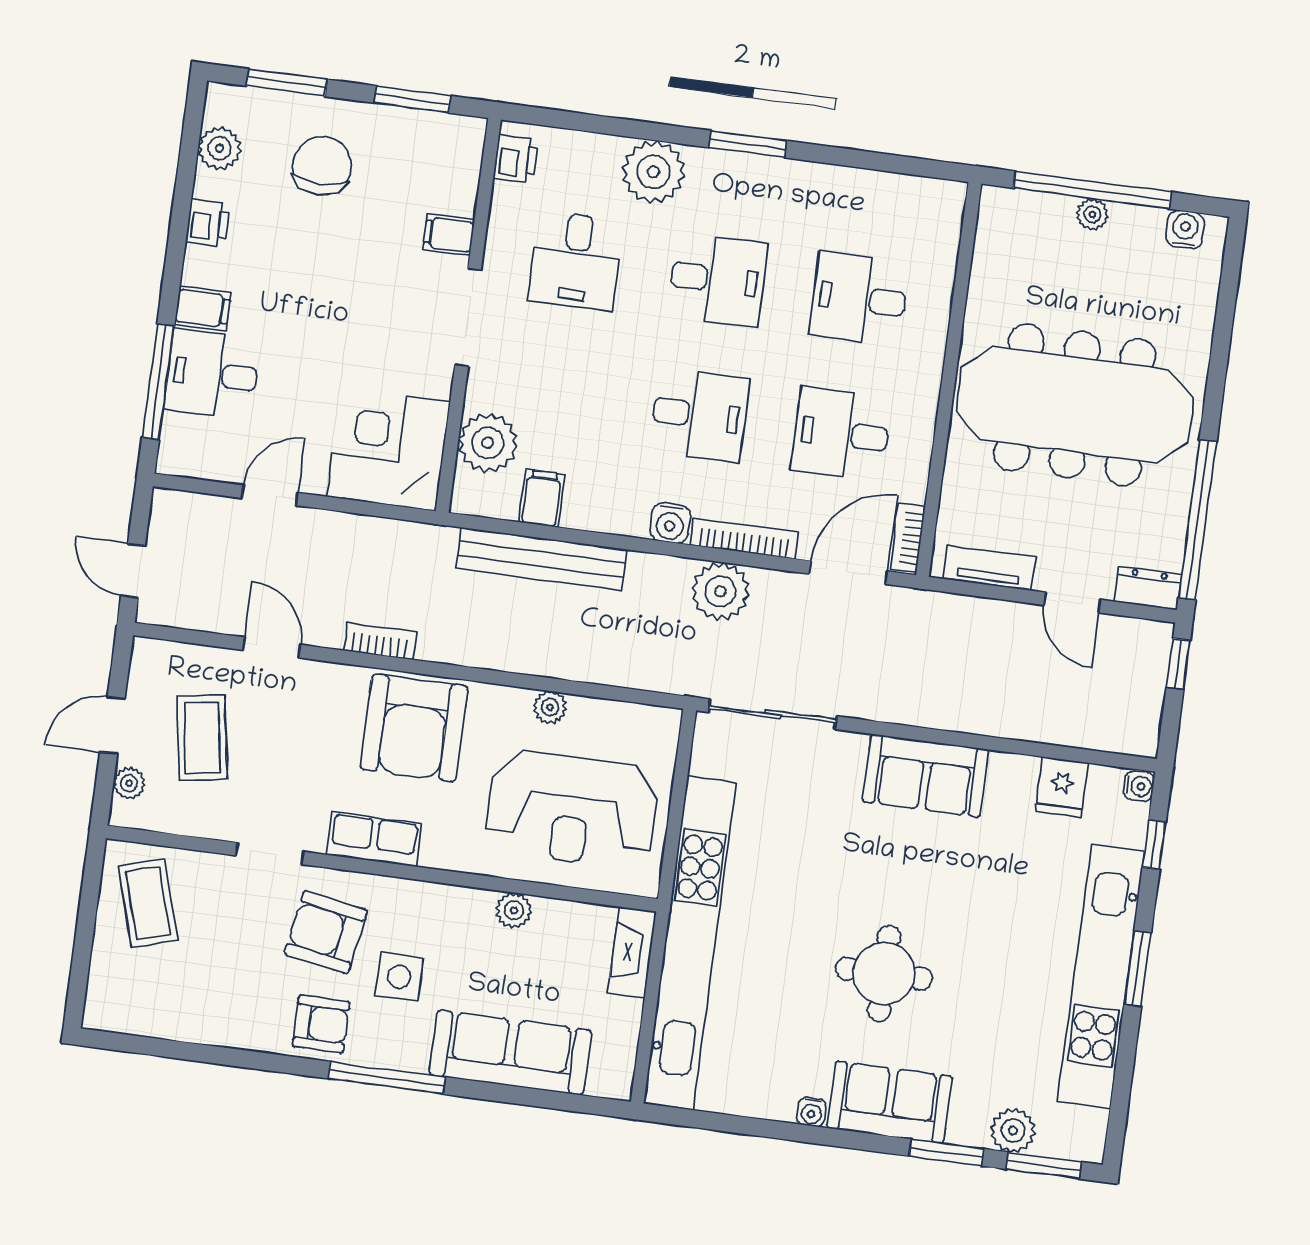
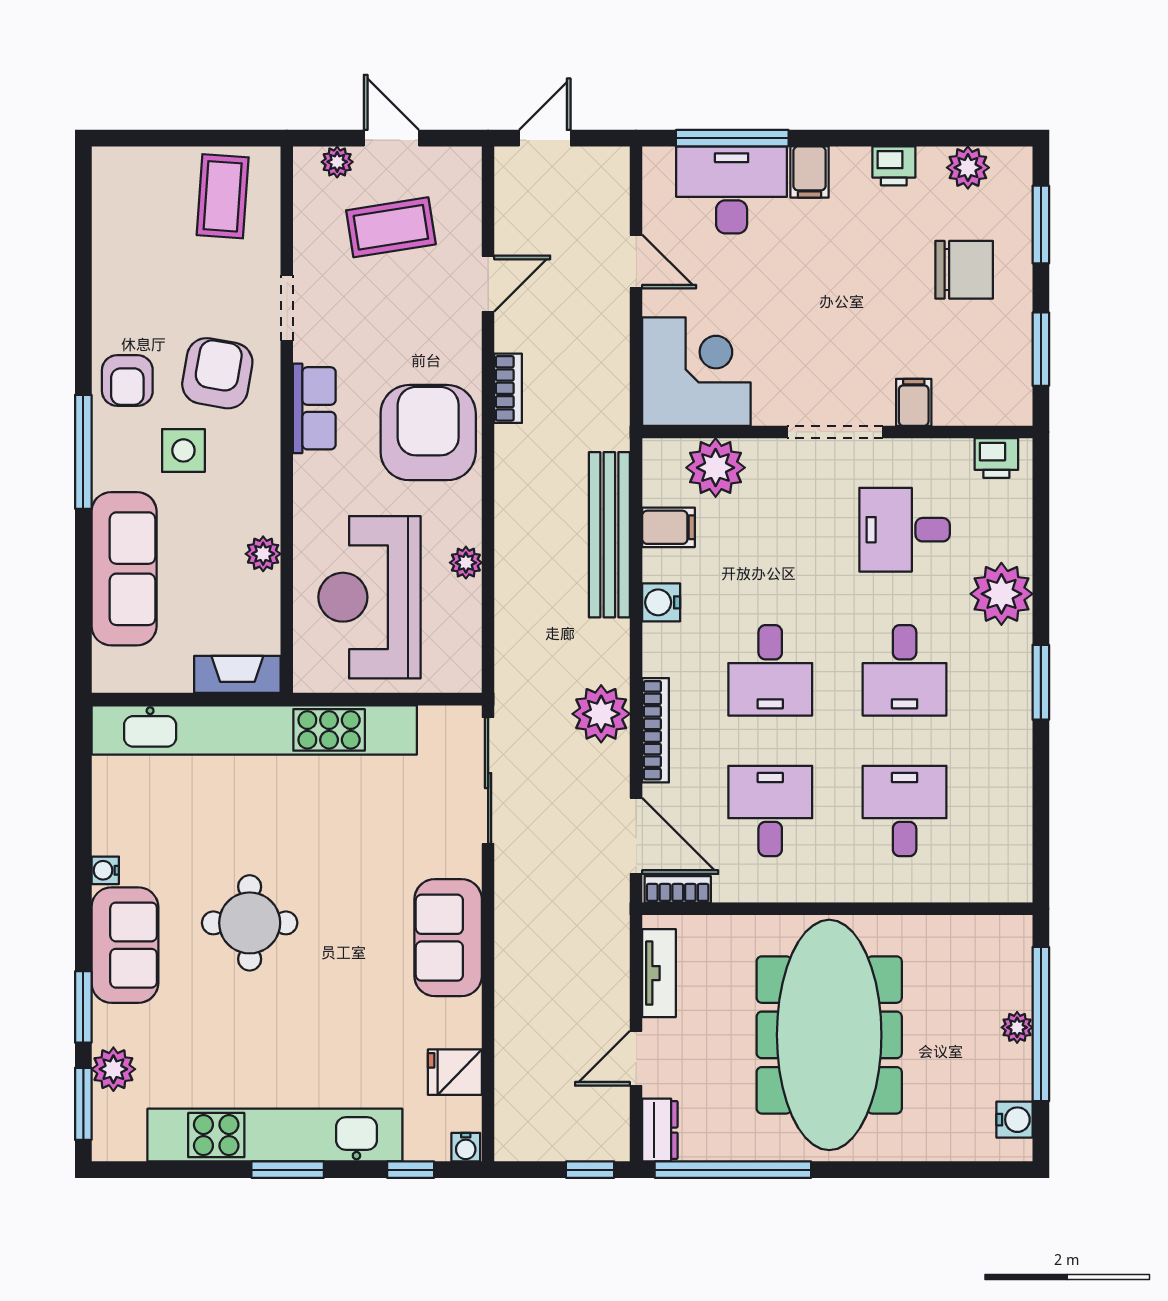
desk: (212, 374) -> (732, 190), width x1.37
water cooler: (670, 523) -> (661, 602), moved
armchair: (414, 728) -> (428, 433), turned 90
coffee table: (148, 903) -> (223, 196), turned -69

